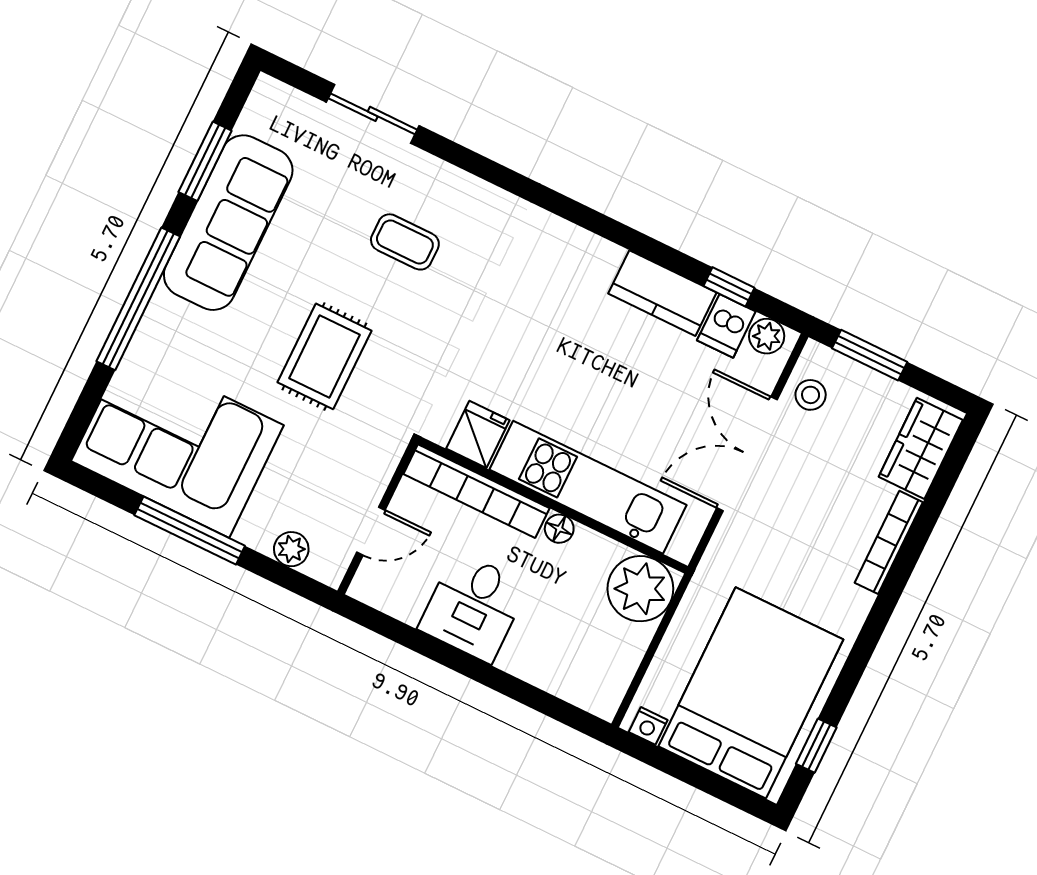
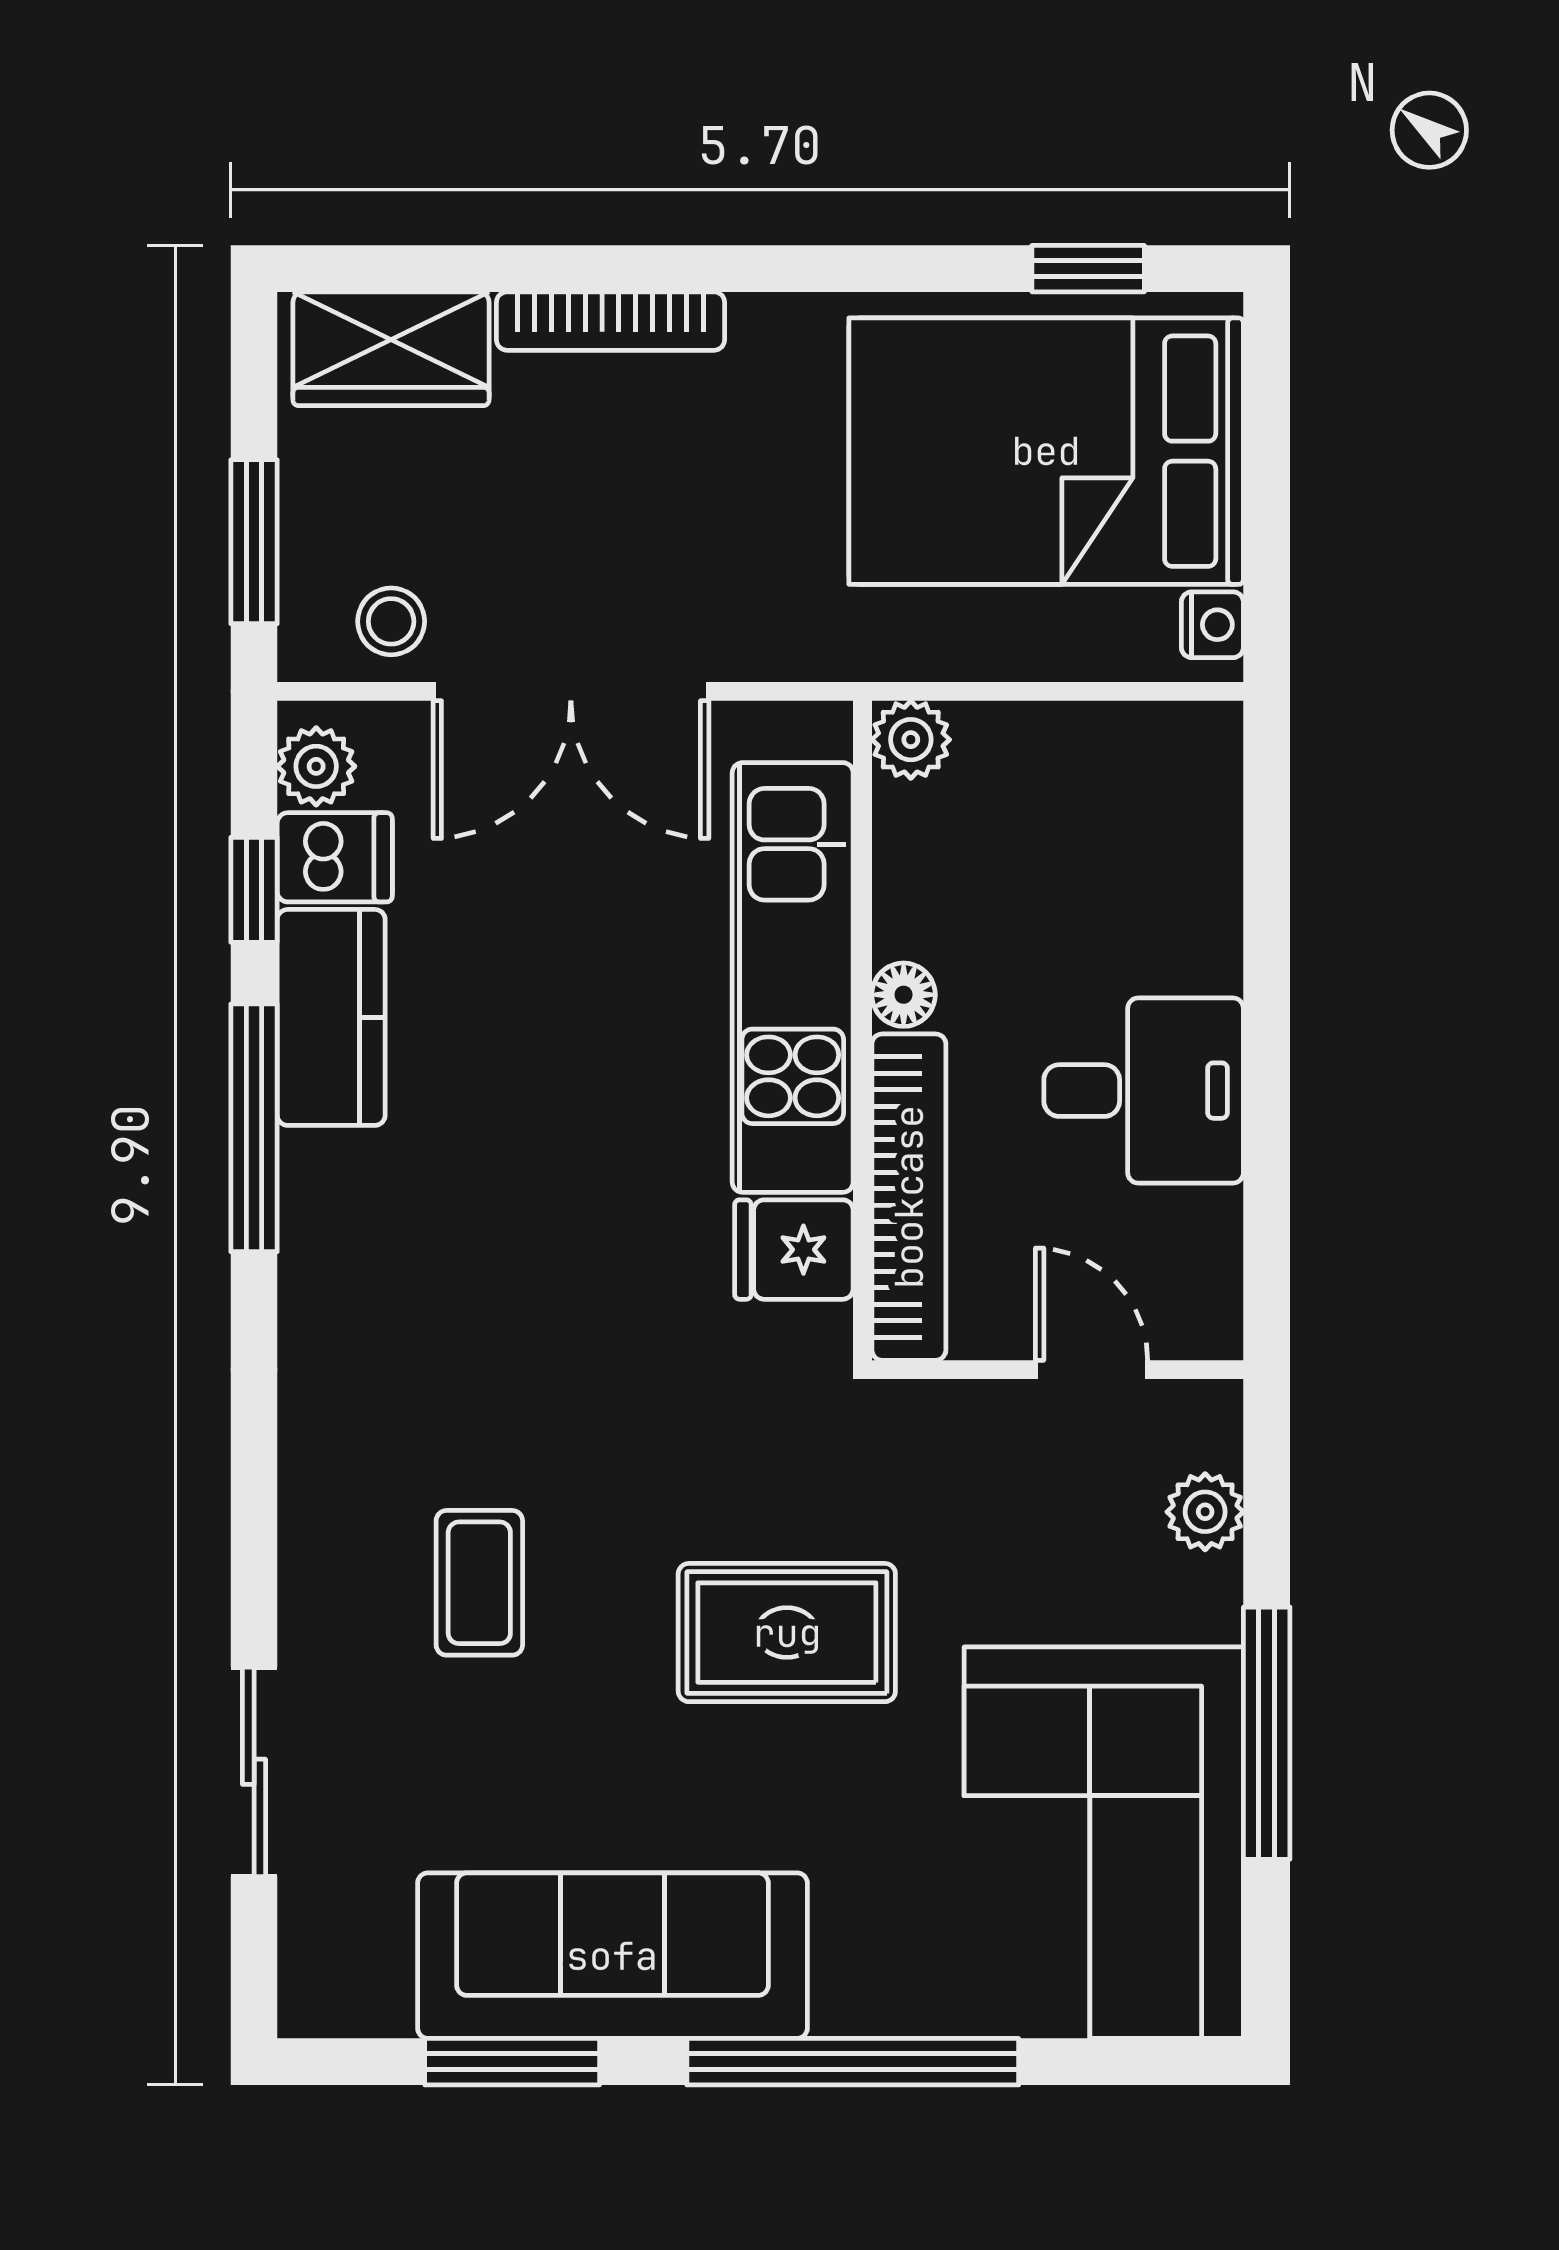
window: (633, 240) -> (254, 1128), added
plant: (640, 589) -> (911, 740), width x0.53, depth x0.53

